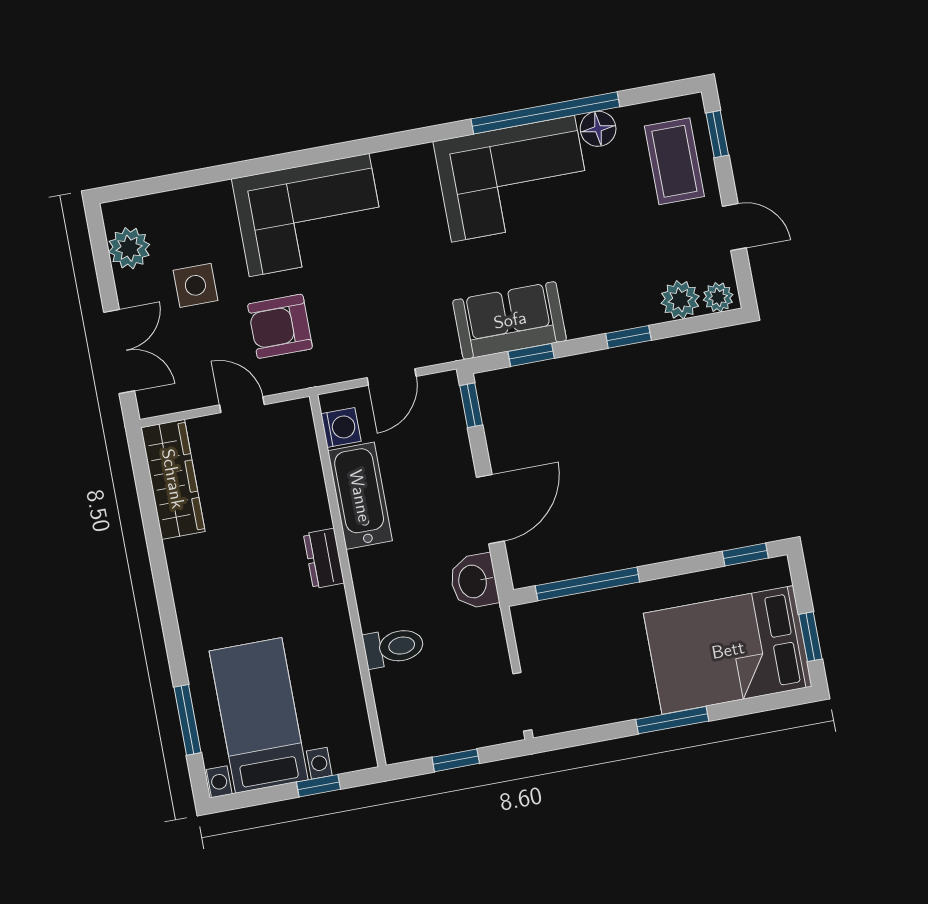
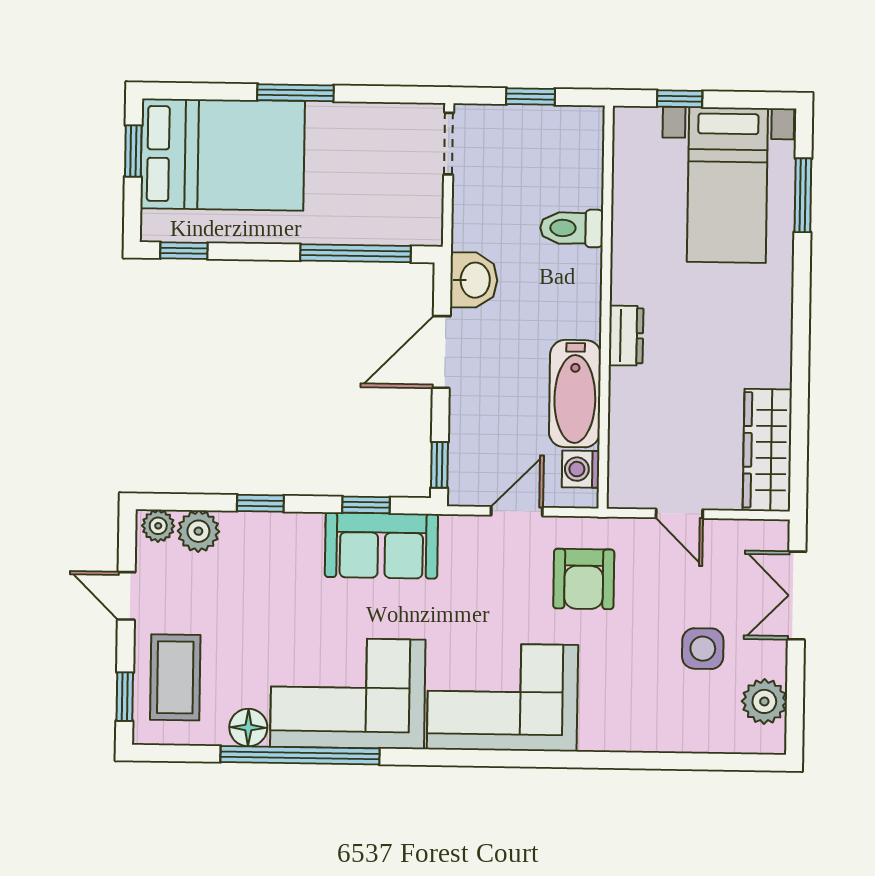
corner sofa: (309, 215) -> (503, 697), moved
armchair: (280, 326) -> (584, 579), moved, turned 90

